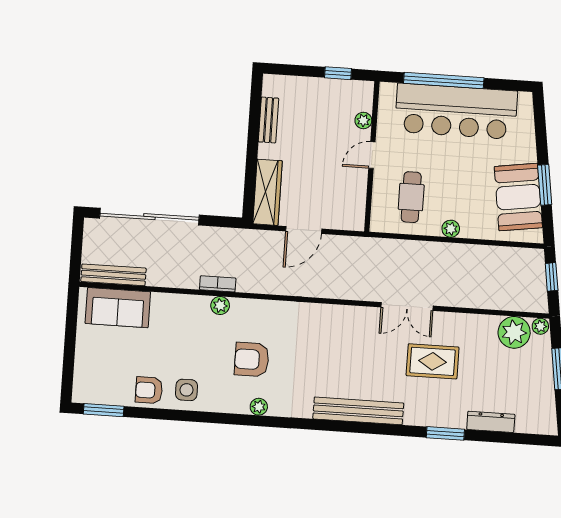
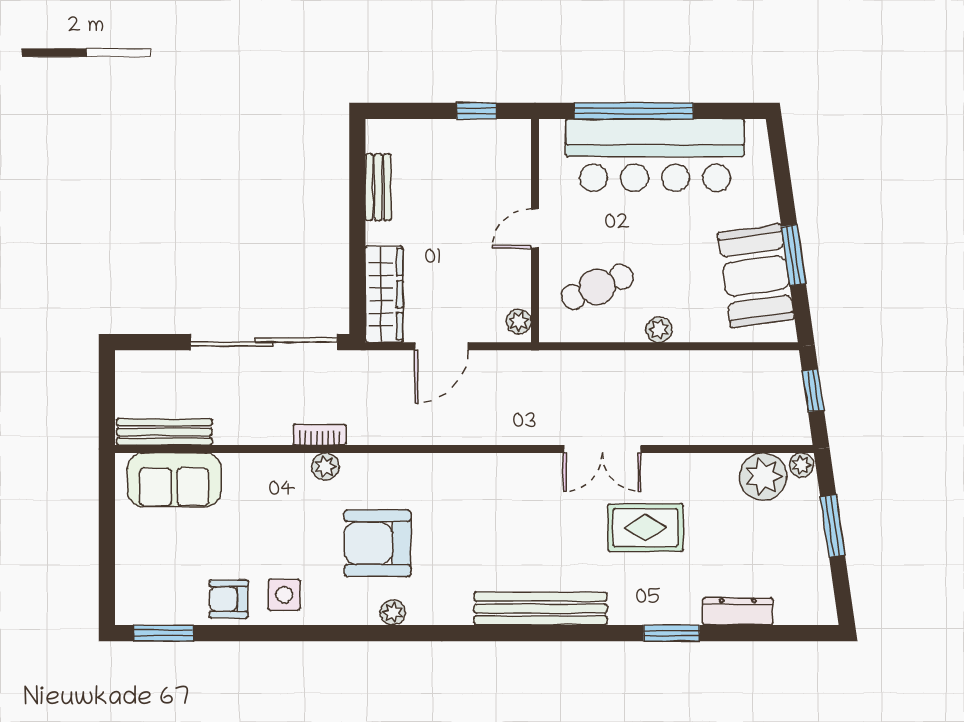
plant: (363, 120) -> (519, 321), moved
cafe table: (411, 197) -> (597, 287), turned 67
sliding door: (149, 217) -> (264, 342), moved
armchair: (252, 359) -> (378, 543), width x1.36, depth x1.36

